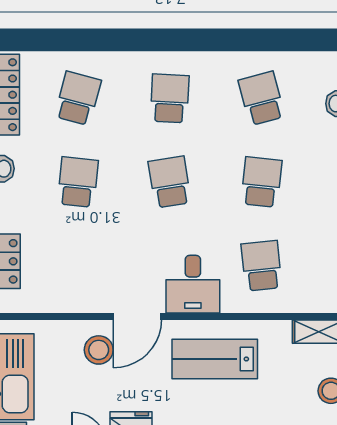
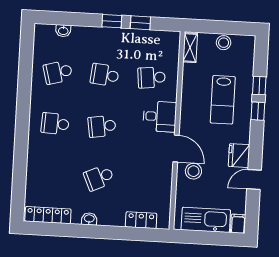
school desk: (78, 98) -> (52, 175), removed
school desk: (78, 182) -> (99, 178), turned -30
lab bench: (215, 359) -> (223, 100), moved

